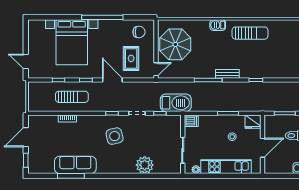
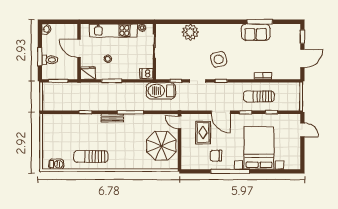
barbecue: (218, 25) -> (56, 164), moved
chair: (139, 32) -> (216, 156), moved
door: (156, 69) -> (179, 122), hinge flipped
door: (263, 148) -> (79, 48), hinge flipped
sofa: (75, 165) -> (256, 32), width x0.73

